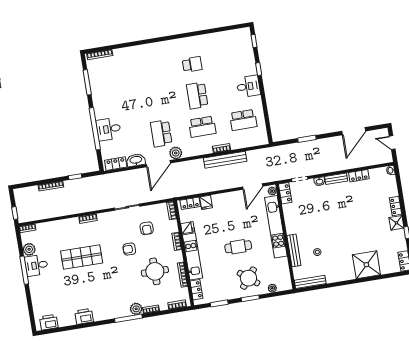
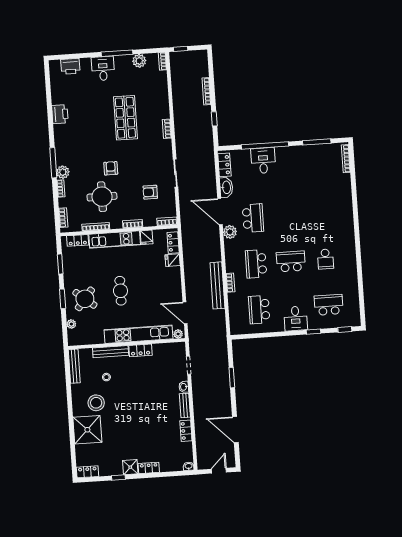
school desk: (233, 58) -> (329, 305), added
school desk: (161, 133) -> (253, 218), turned 90
locker: (285, 193) -> (140, 350), moved
armchair: (129, 249) -> (111, 168), moved
stool: (341, 259) -> (96, 403), added
desk: (36, 265) -> (103, 68), moved
printer: (49, 322) -> (70, 66), moved, turned 90

